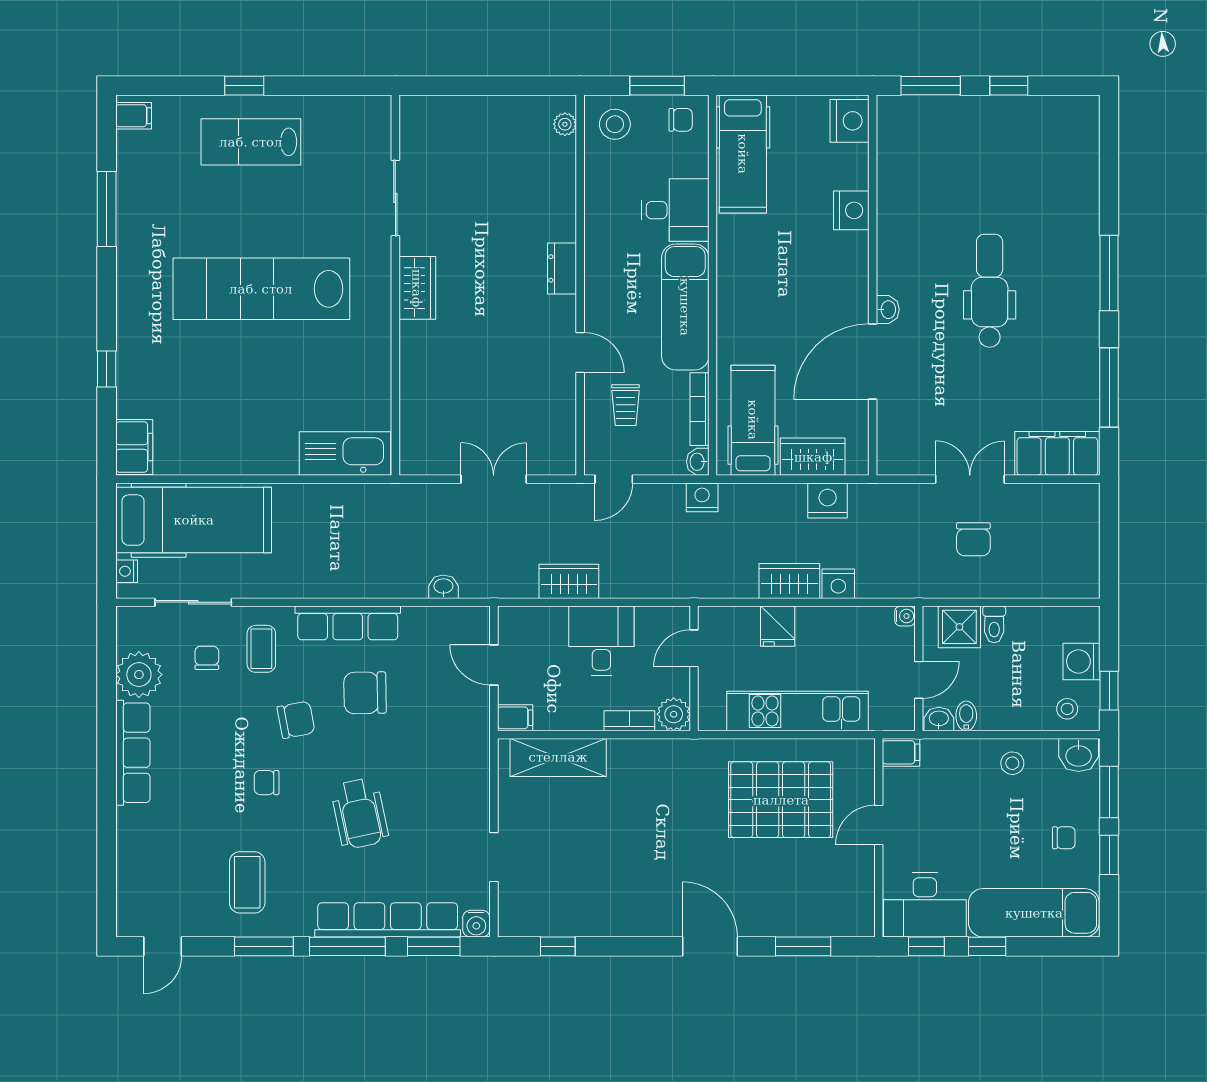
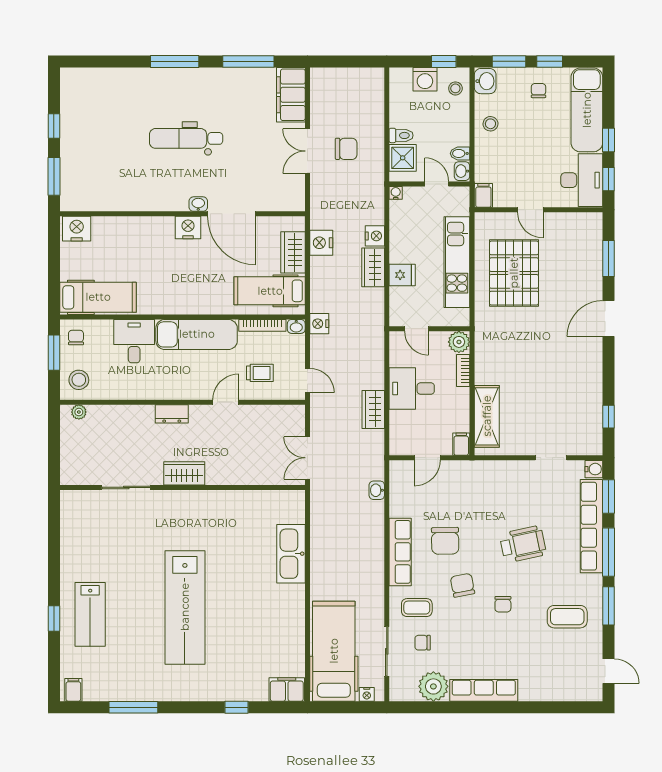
sliding door: (395, 198) -> (126, 487), moved
nightstand: (851, 210) -> (188, 227), moved
wall: (395, 285) -> (182, 487), moved
wardrobe: (417, 288) -> (184, 473), moved

